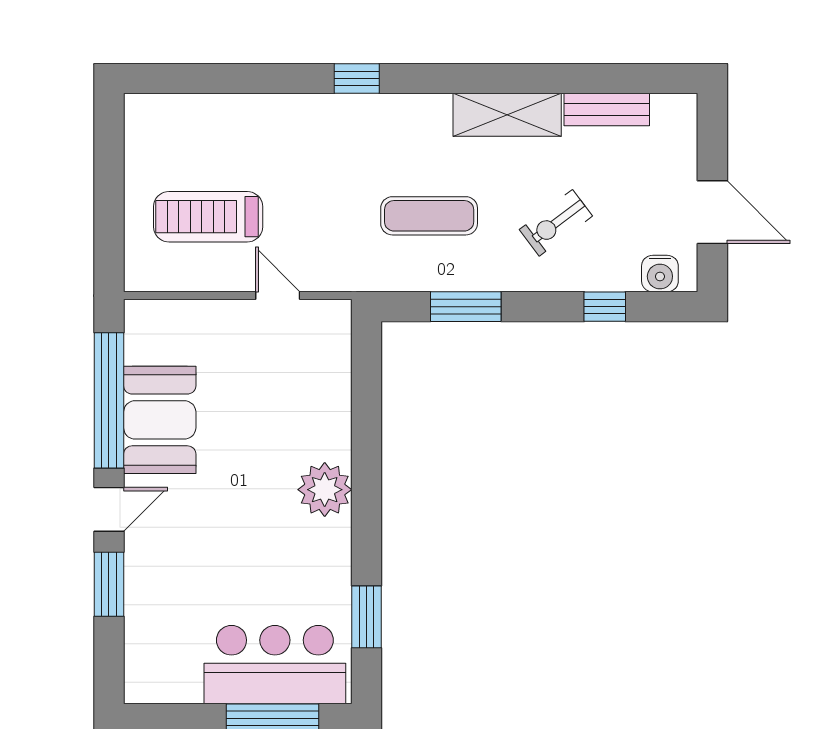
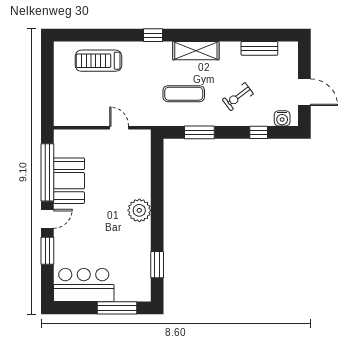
shelving: (507, 115) -> (196, 51), moved
treadmill: (208, 217) -> (99, 61), moved
bar counter: (275, 665) -> (84, 285), moved

